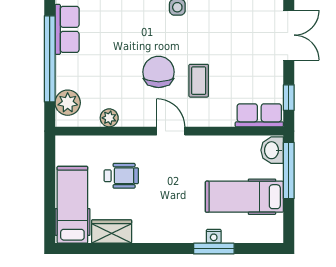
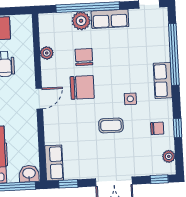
chair: (117, 67) -> (84, 57), added
coffee table: (199, 81) -> (111, 125), moved
plant: (68, 103) -> (81, 21), moved

